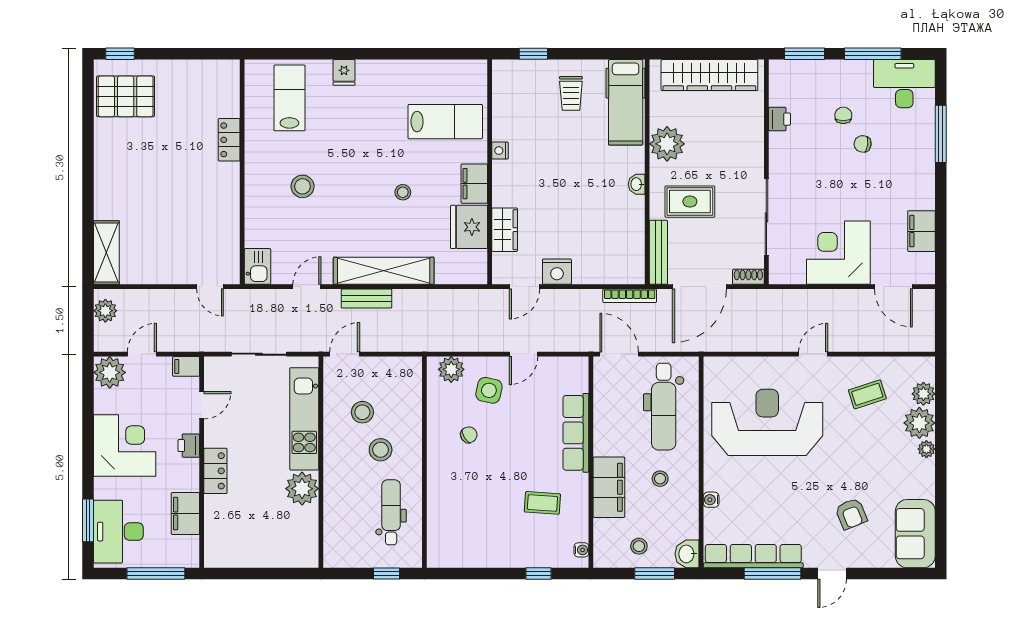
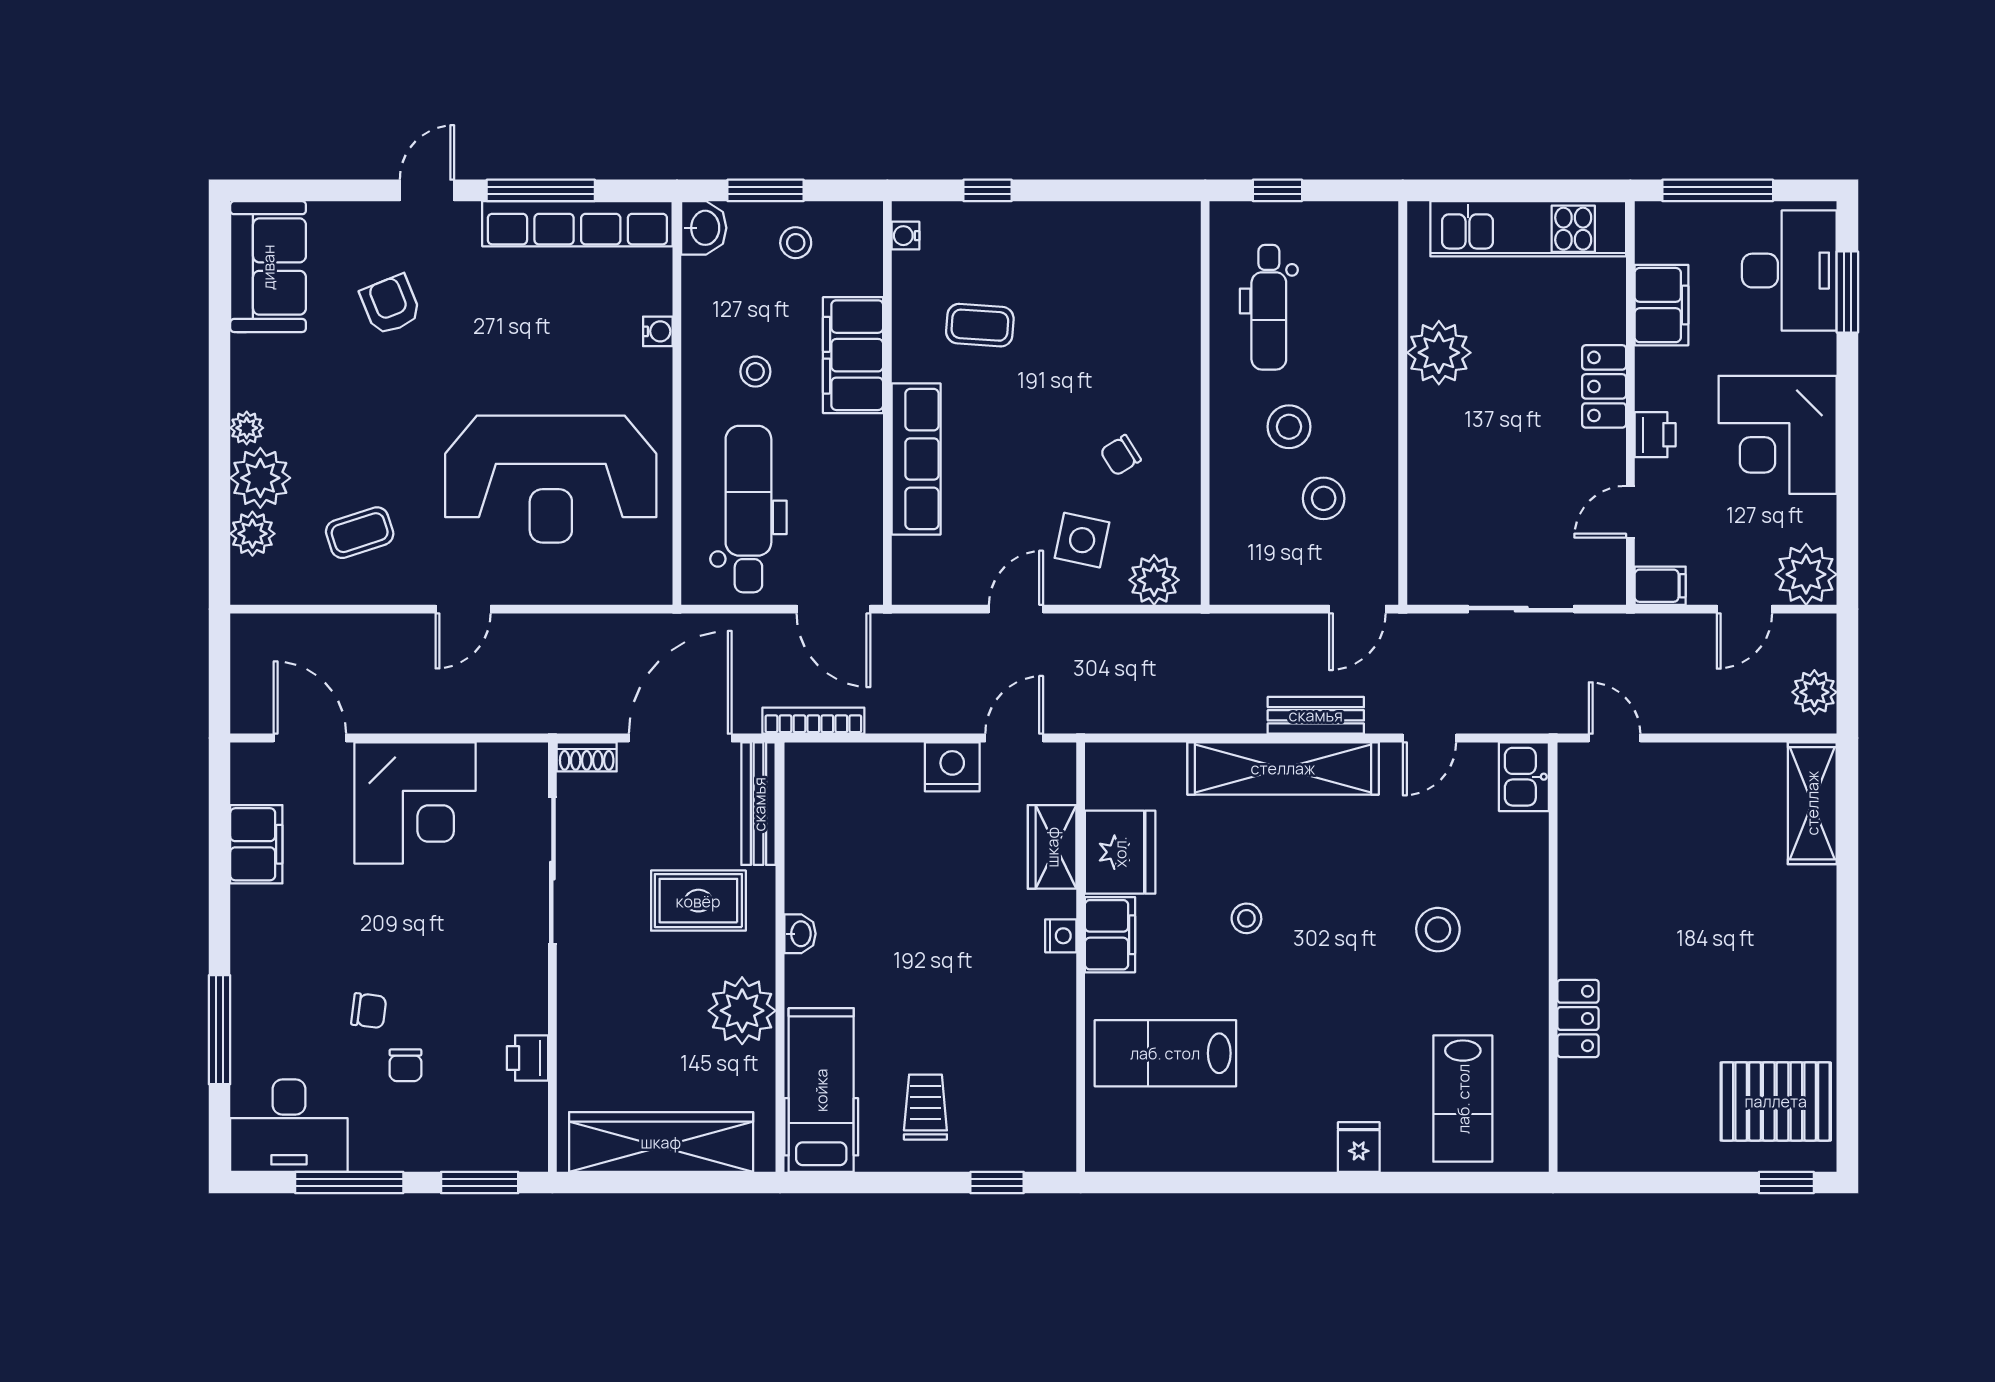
nightstand: (500, 151) -> (1061, 936), moved
kitchen unit: (304, 419) -> (1528, 229), moved, turned 90

